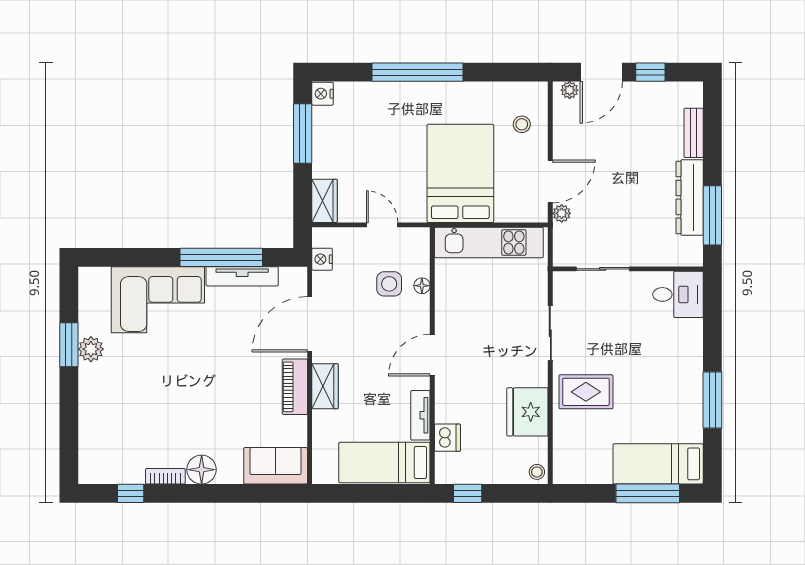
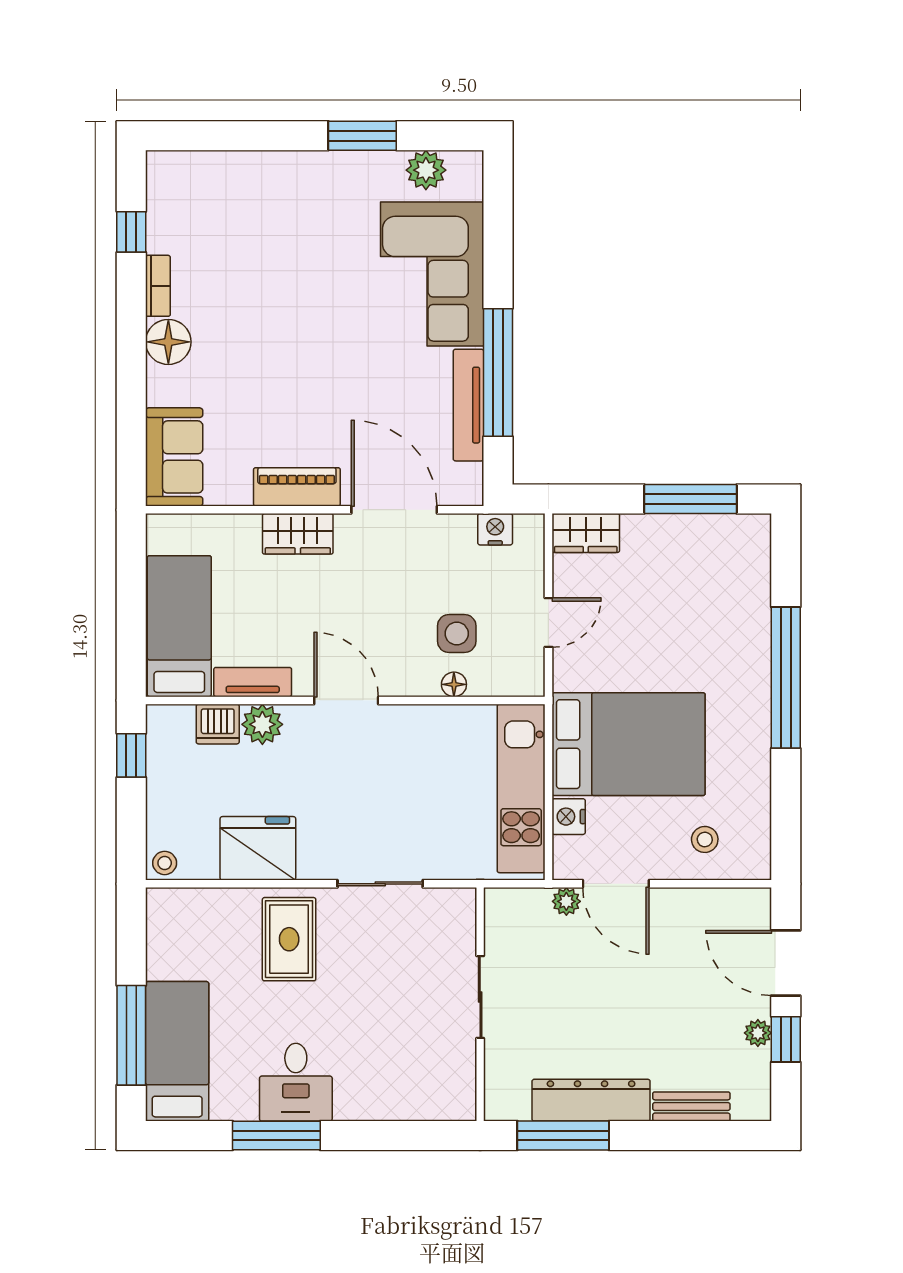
plant: (570, 90) -> (758, 1033), moved
nightstand: (323, 94) -> (569, 817), moved, turned -90
sliding door: (603, 269) -> (480, 997), moved
desk: (678, 294) -> (296, 1082), moved
plant: (91, 349) -> (426, 170), moved
plant: (448, 409) -> (262, 724), added

